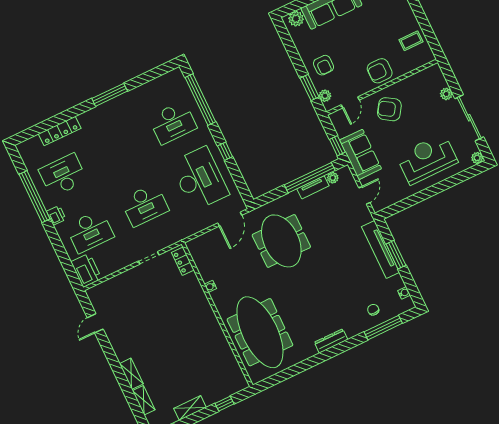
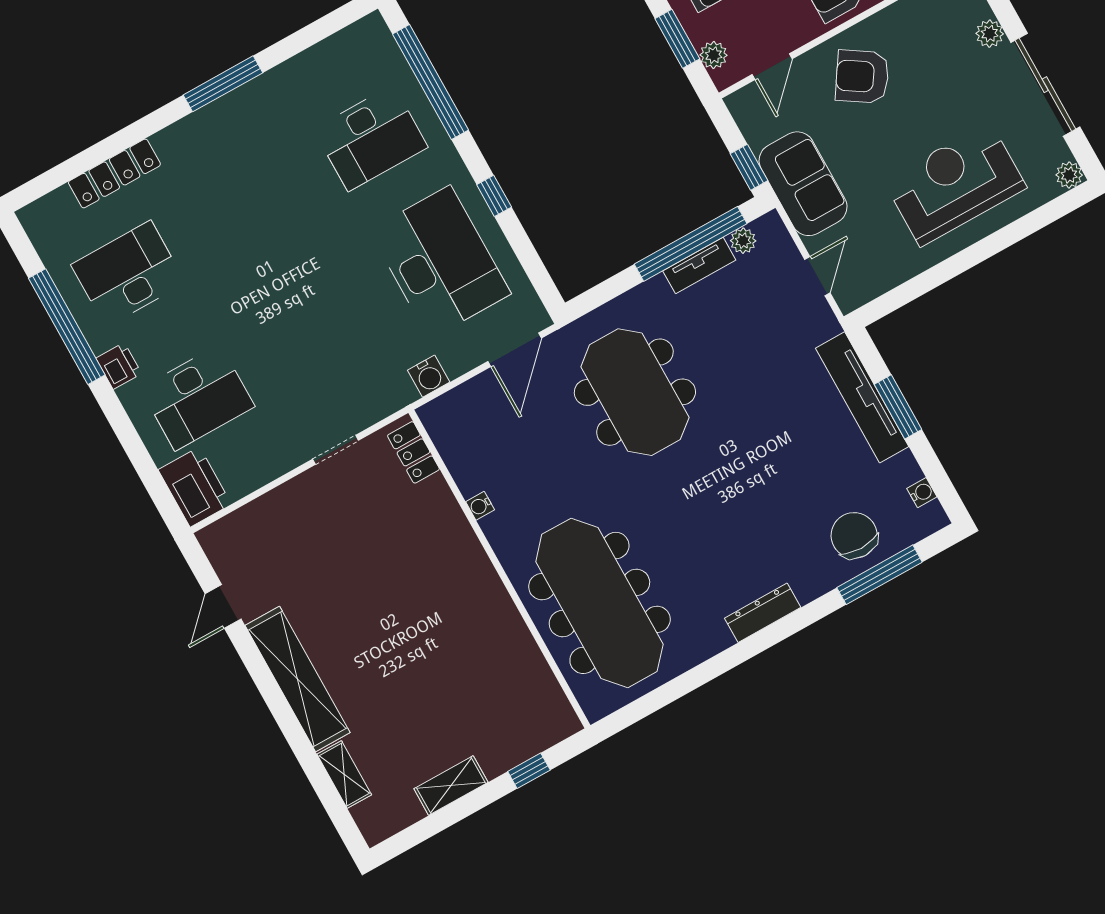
desk: (145, 205) -> (319, 330), removed
water cooler: (192, 228) -> (429, 376), added
chair: (373, 310) -> (854, 535), width x1.87, depth x1.87
shelving: (131, 374) -> (298, 679), width x2.20, depth x1.33

